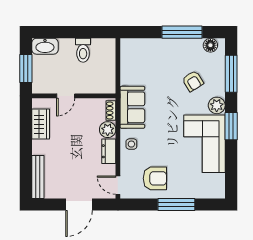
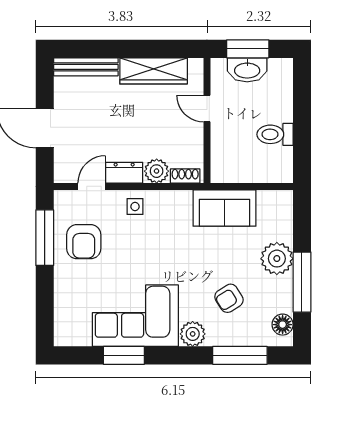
washbasin: (45, 46) -> (247, 70), moved, turned -90
plant: (166, 49) -> (277, 259), added
sofa: (132, 107) -> (225, 208), moved
wardrobe: (41, 124) -> (154, 71), width x1.50
window: (231, 126) -> (124, 355), moved
door: (118, 185) -> (92, 186), moved
window: (176, 204) -> (45, 238), moved

